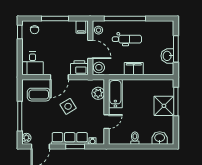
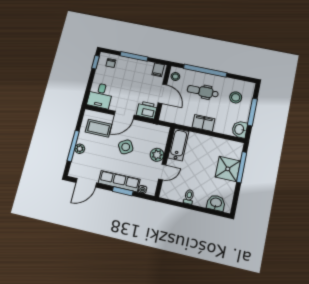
dental chair: (127, 39) -> (203, 91), turned 180
washbasin: (167, 56) -> (240, 129), moved
stool: (99, 67) -> (236, 97), moved
plant: (98, 93) -> (157, 155), moved
plant: (26, 138) -> (80, 149), moved

